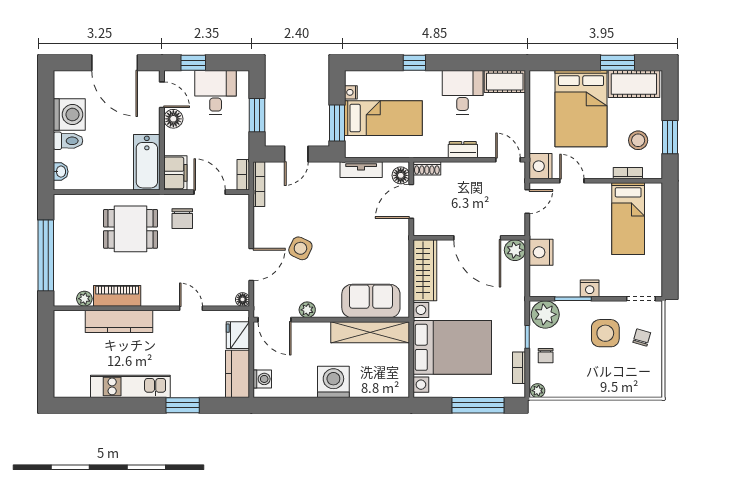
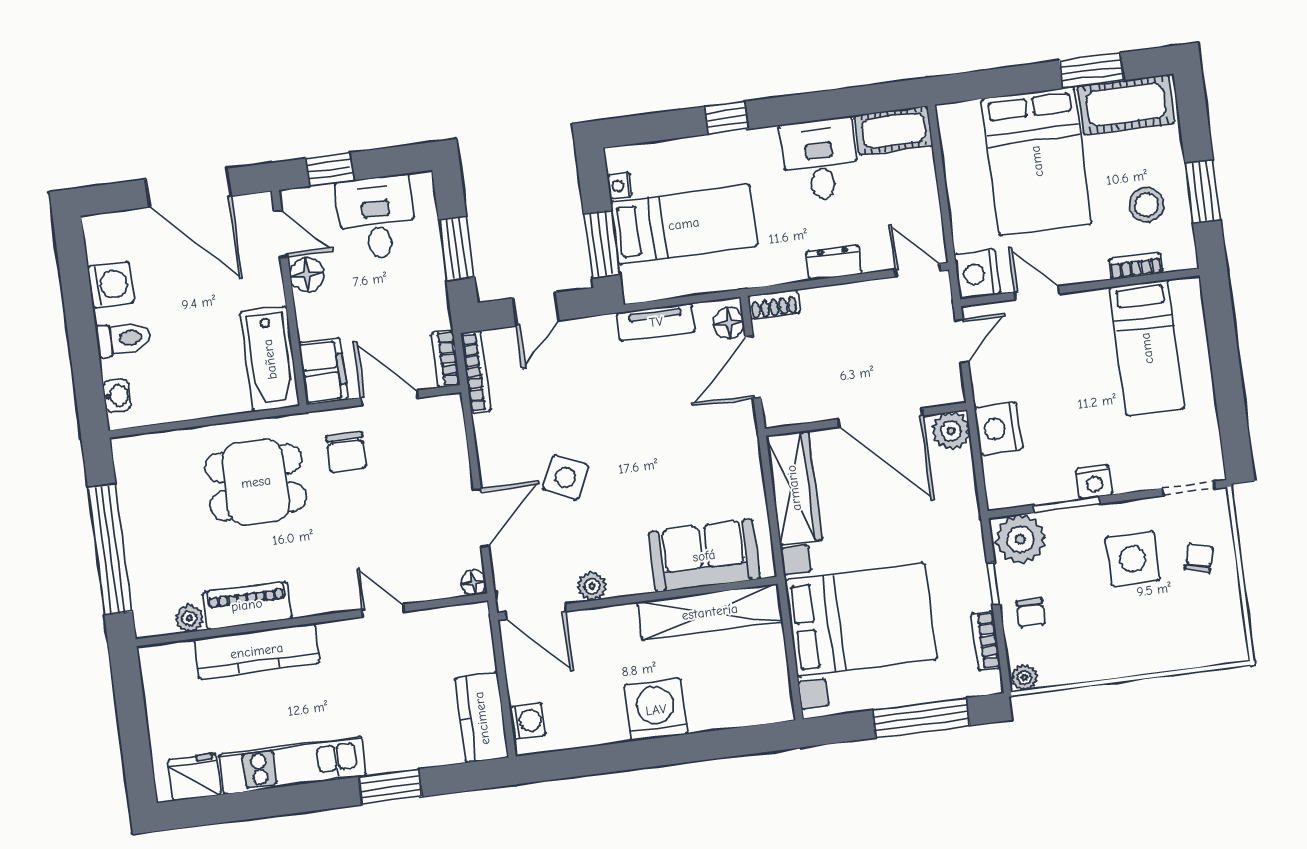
washing machine: (69, 115) -> (111, 284), width x0.73, depth x0.73
fridge: (238, 335) -> (194, 777), moved, turned 90

